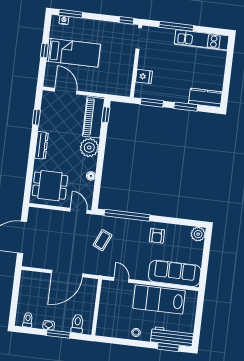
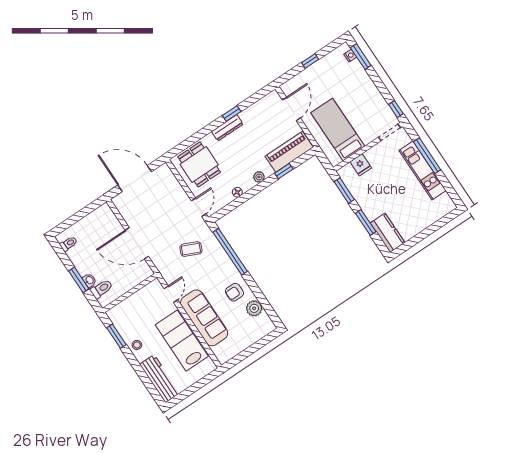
kitchen unit: (202, 40) -> (423, 170), moved
bed: (73, 53) -> (338, 130), moved, turned 180
window: (106, 115) -> (284, 171), moved
window: (36, 117) -> (232, 113), moved
plant: (89, 148) -> (259, 177), width x0.53, depth x0.53
plant: (198, 234) -> (254, 308), moved
sofa: (175, 273) -> (204, 318), moved
washbasin: (49, 325) -> (89, 280), moved
window: (168, 347) -> (116, 336), moved

